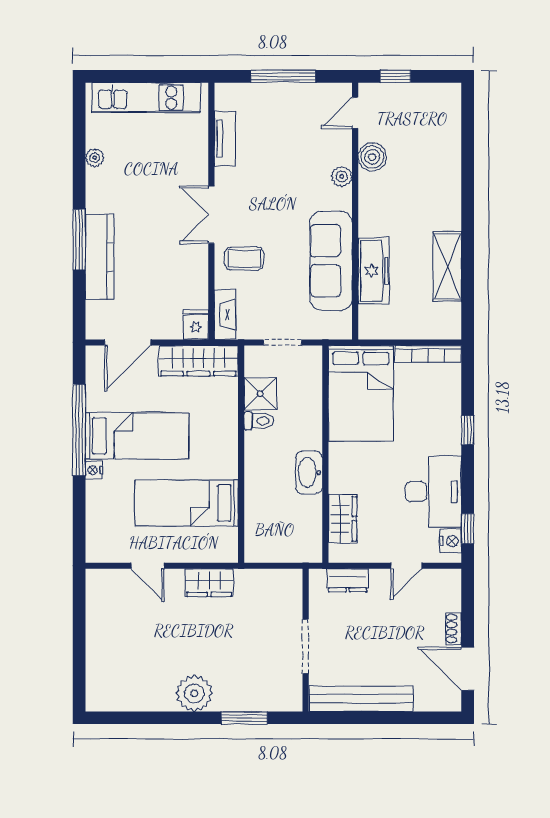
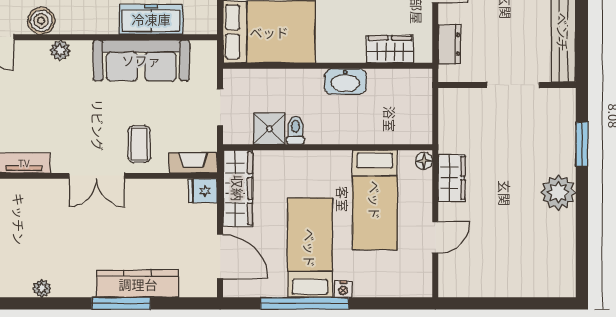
floor lamp: (227, 554) -> (424, 161), added

